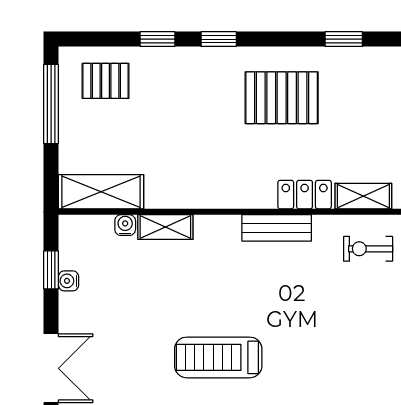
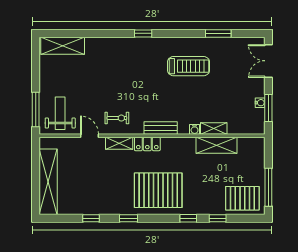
pallet: (106, 81) -> (242, 198), width x1.50, depth x1.42
pallet: (282, 98) -> (158, 190), width x1.37, depth x1.41
shelving: (101, 192) -> (216, 145), moved
water cooler: (125, 225) -> (195, 129), moved
window: (51, 270) -> (268, 108), width x1.50

